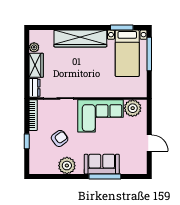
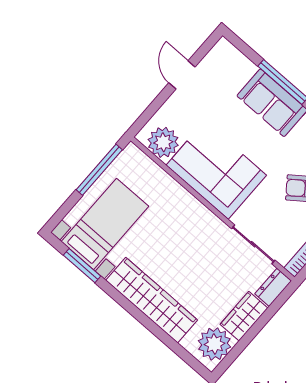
plant: (34, 47) -> (214, 344), width x1.88, depth x1.88
window: (149, 54) -> (99, 170), moved

